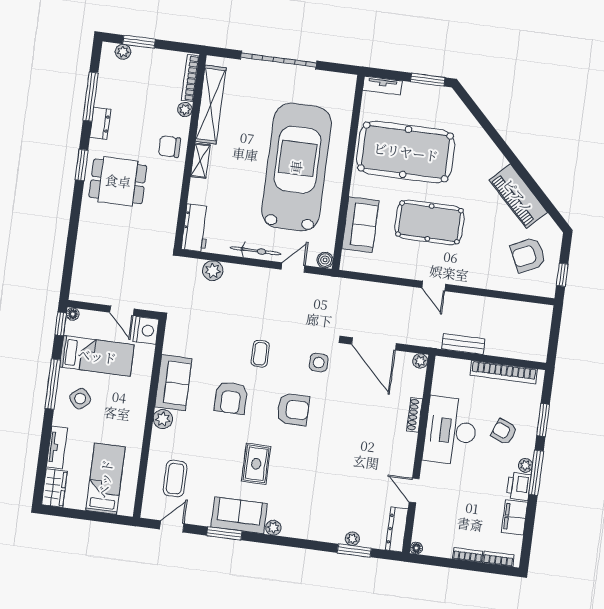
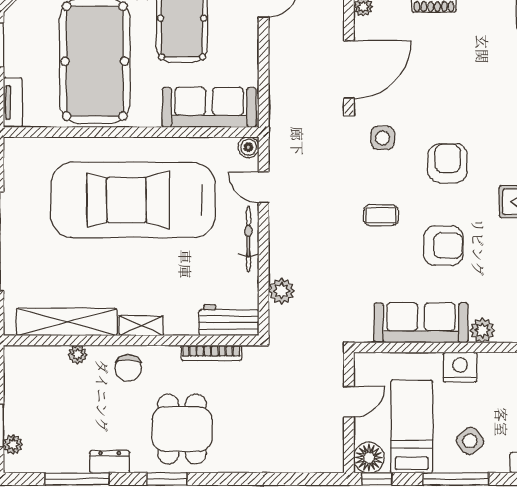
bookcase: (190, 78) -> (211, 353), moved
sofa: (360, 225) -> (209, 107), width x1.36
floor lamp: (73, 314) -> (369, 458), width x1.89, depth x1.89
nightstand: (146, 330) -> (460, 367), moved
sofa: (173, 383) -> (421, 323), width x1.36

